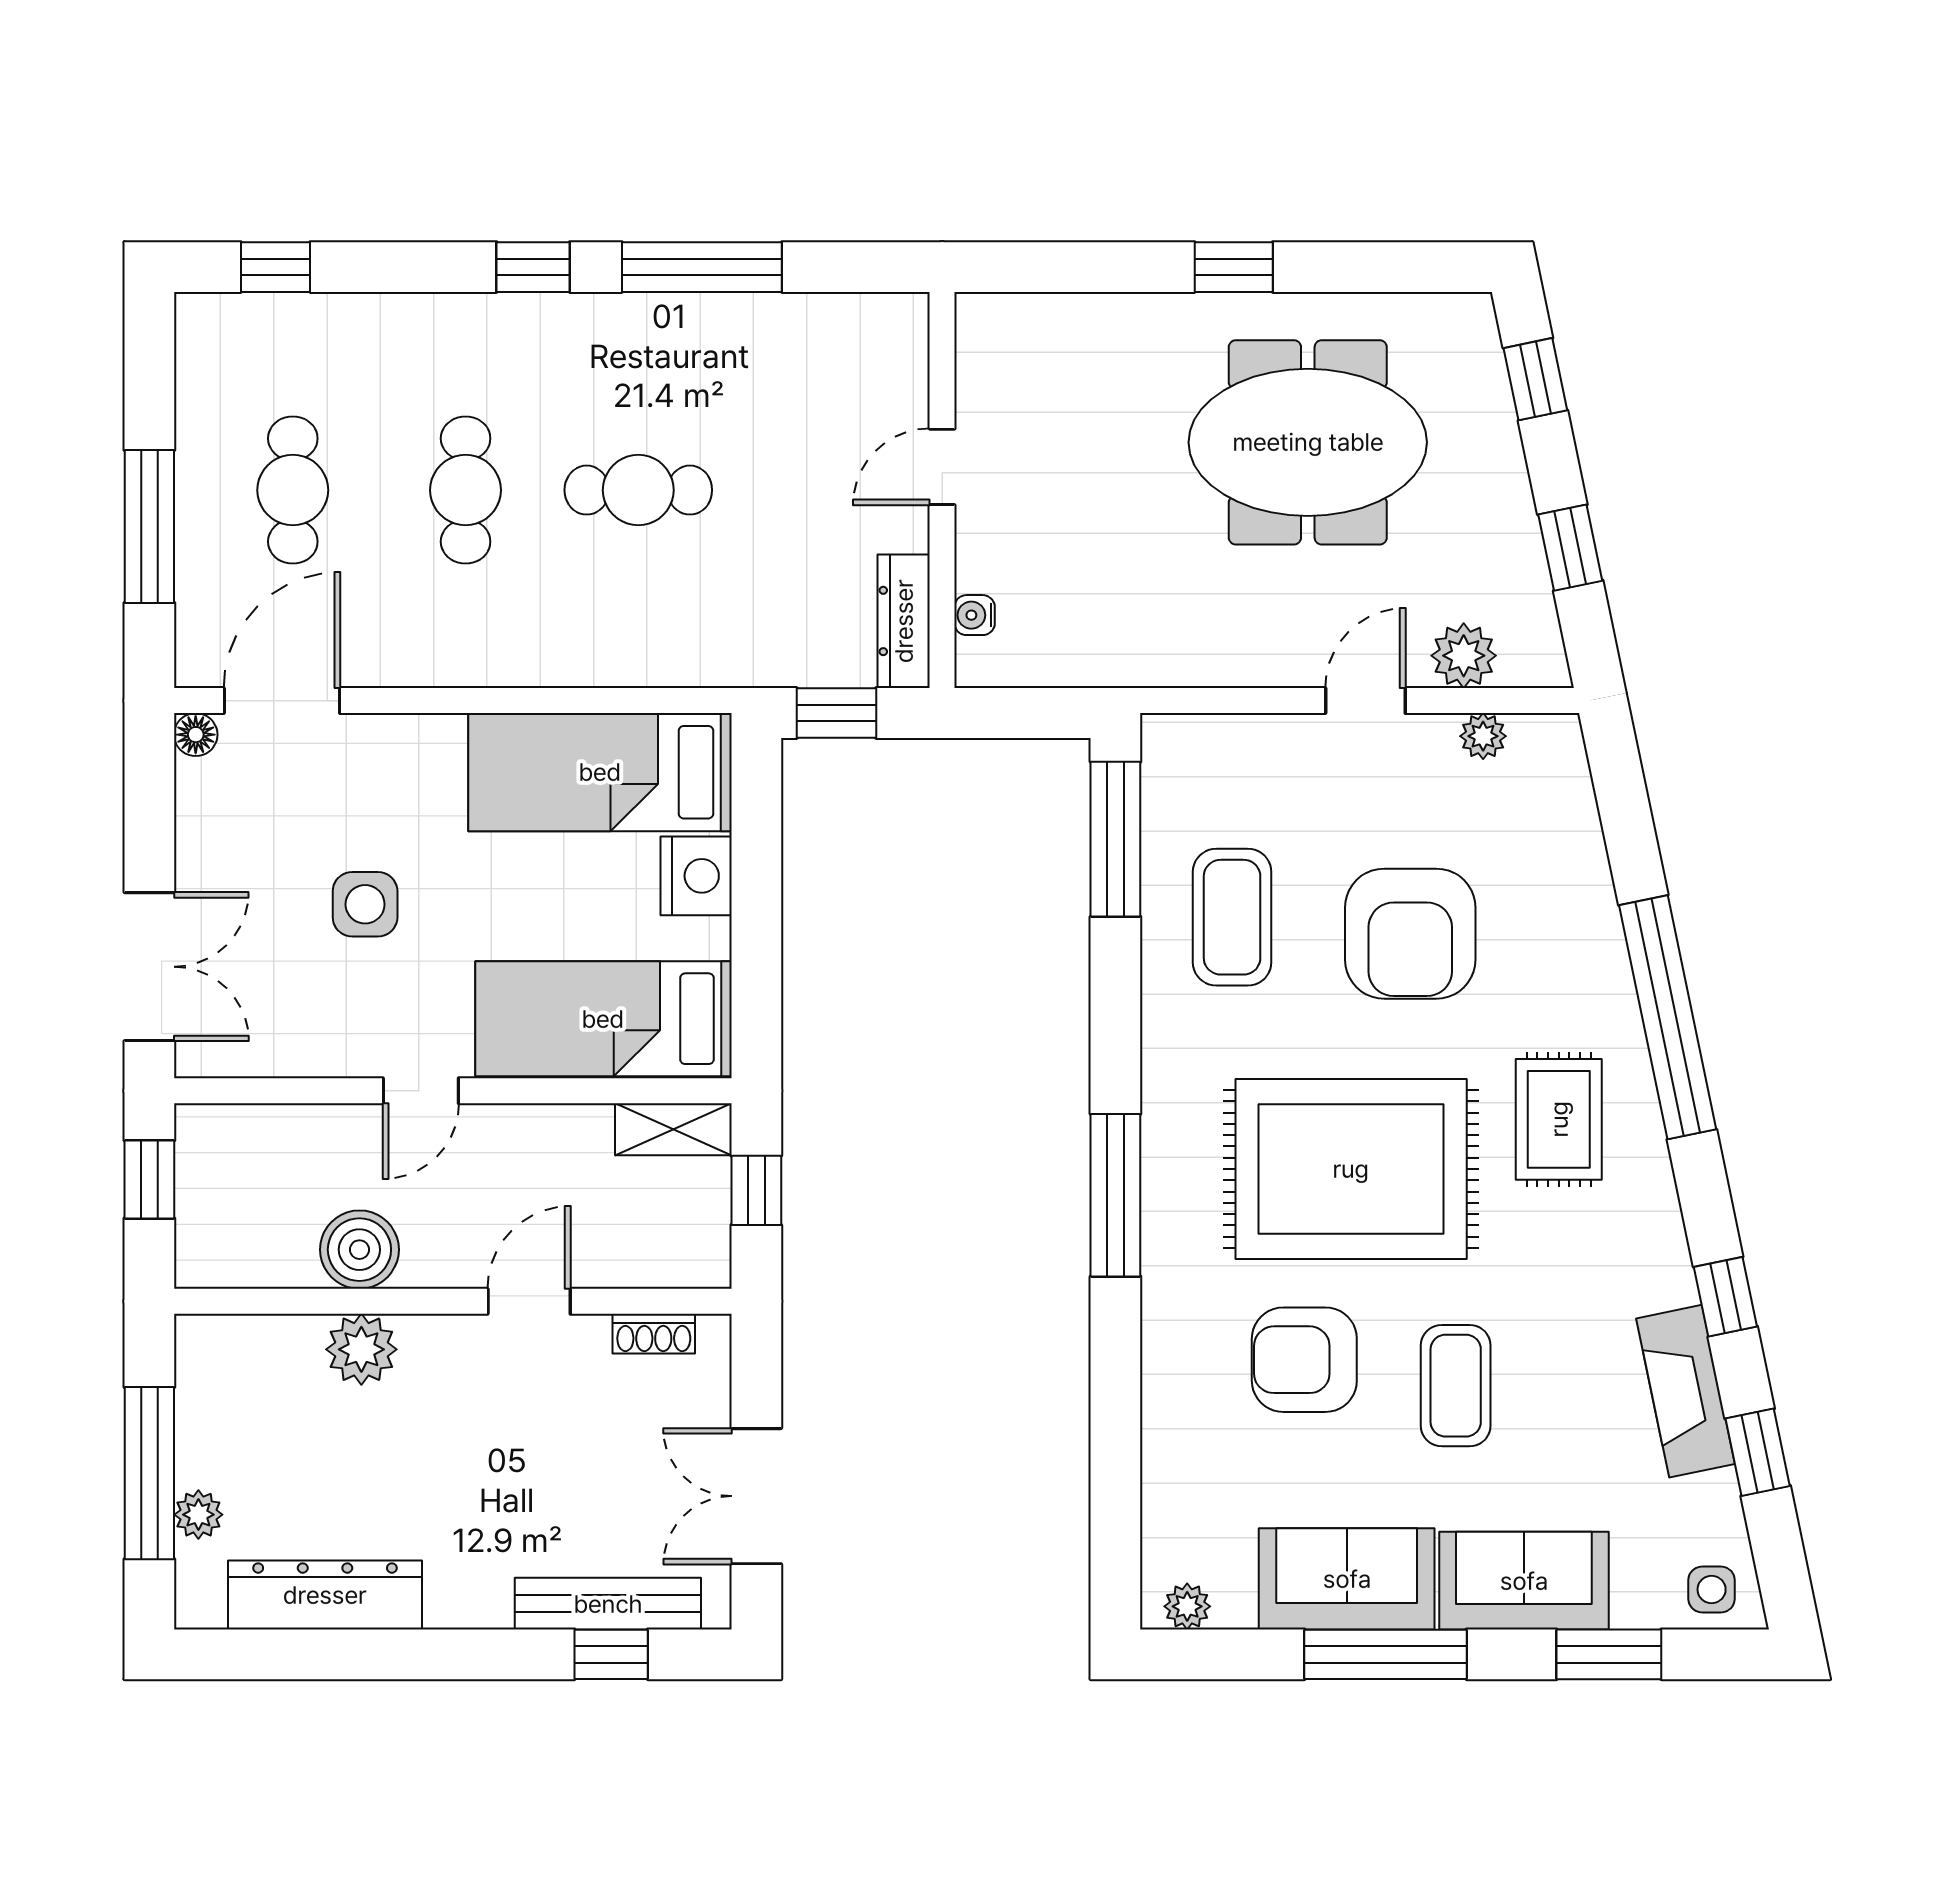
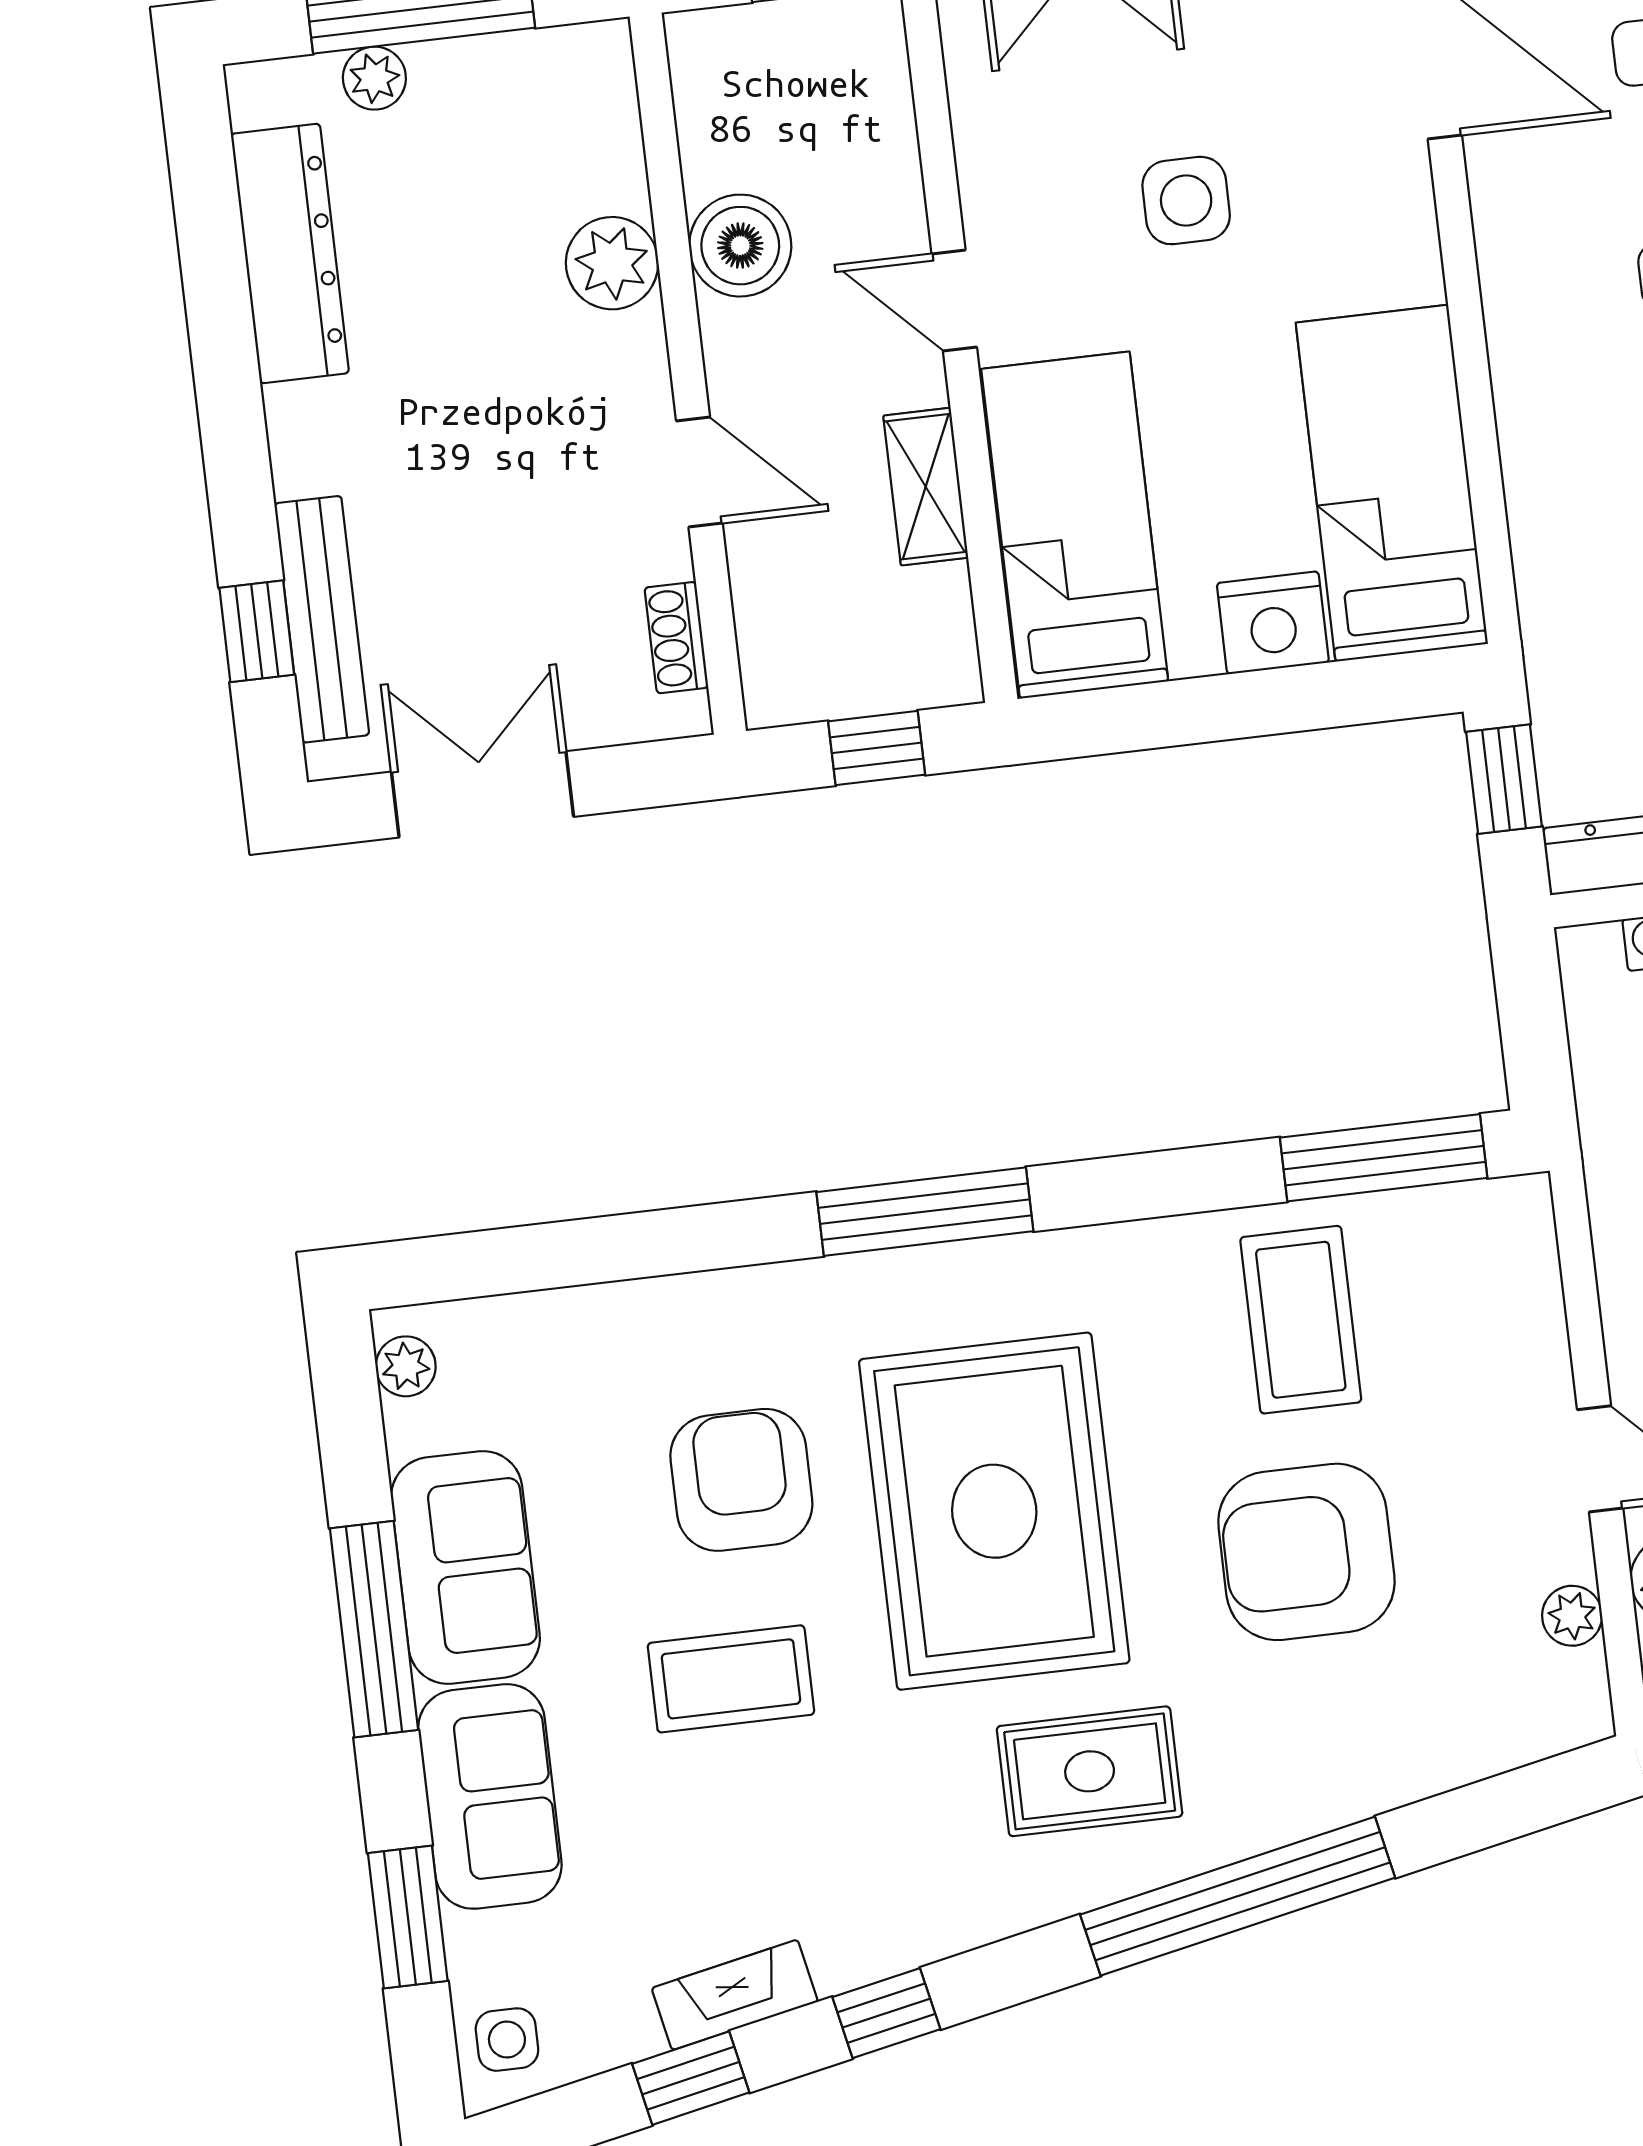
coffee table: (1232, 917) -> (1301, 1320), turned 90
shelving: (673, 1129) -> (926, 487), moved
fireplace: (1686, 1391) -> (735, 1995), width x0.73, depth x0.76

